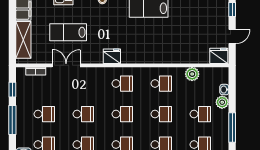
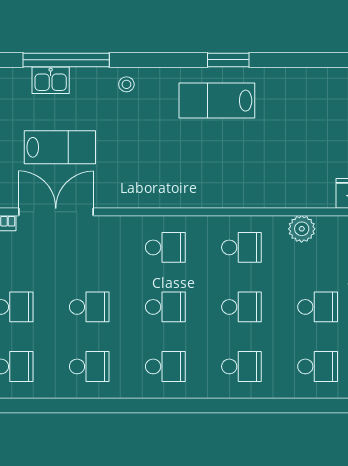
lab bench: (68, 32) -> (60, 147), turned 180
fridge: (112, 56) -> (145, 194), removed
double door: (66, 65) -> (56, 212), width x1.37

